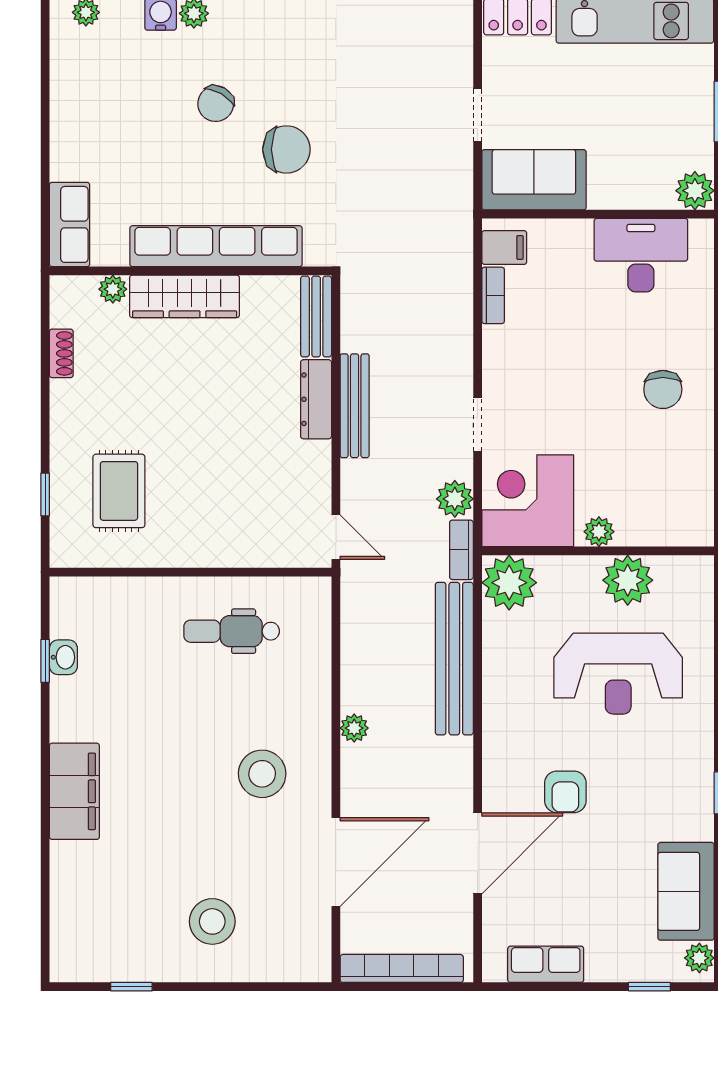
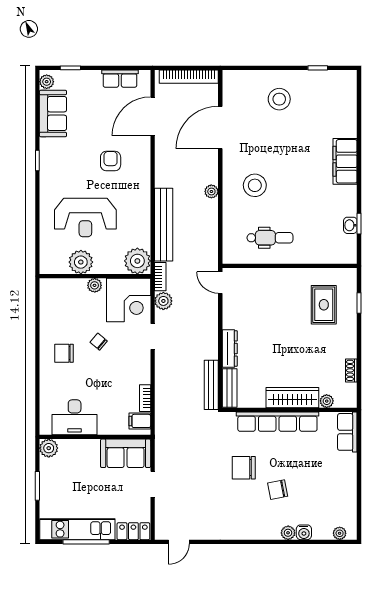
chair: (216, 104) -> (278, 490), turned -131
chair: (663, 389) -> (64, 353), turned -90
bench: (355, 406) -> (211, 385), moved
chair: (591, 414) -> (99, 342), added
reception desk: (618, 674) -> (85, 218), turned 180
stool: (262, 774) -> (255, 185), moved
door: (478, 853) -> (153, 116), moved

